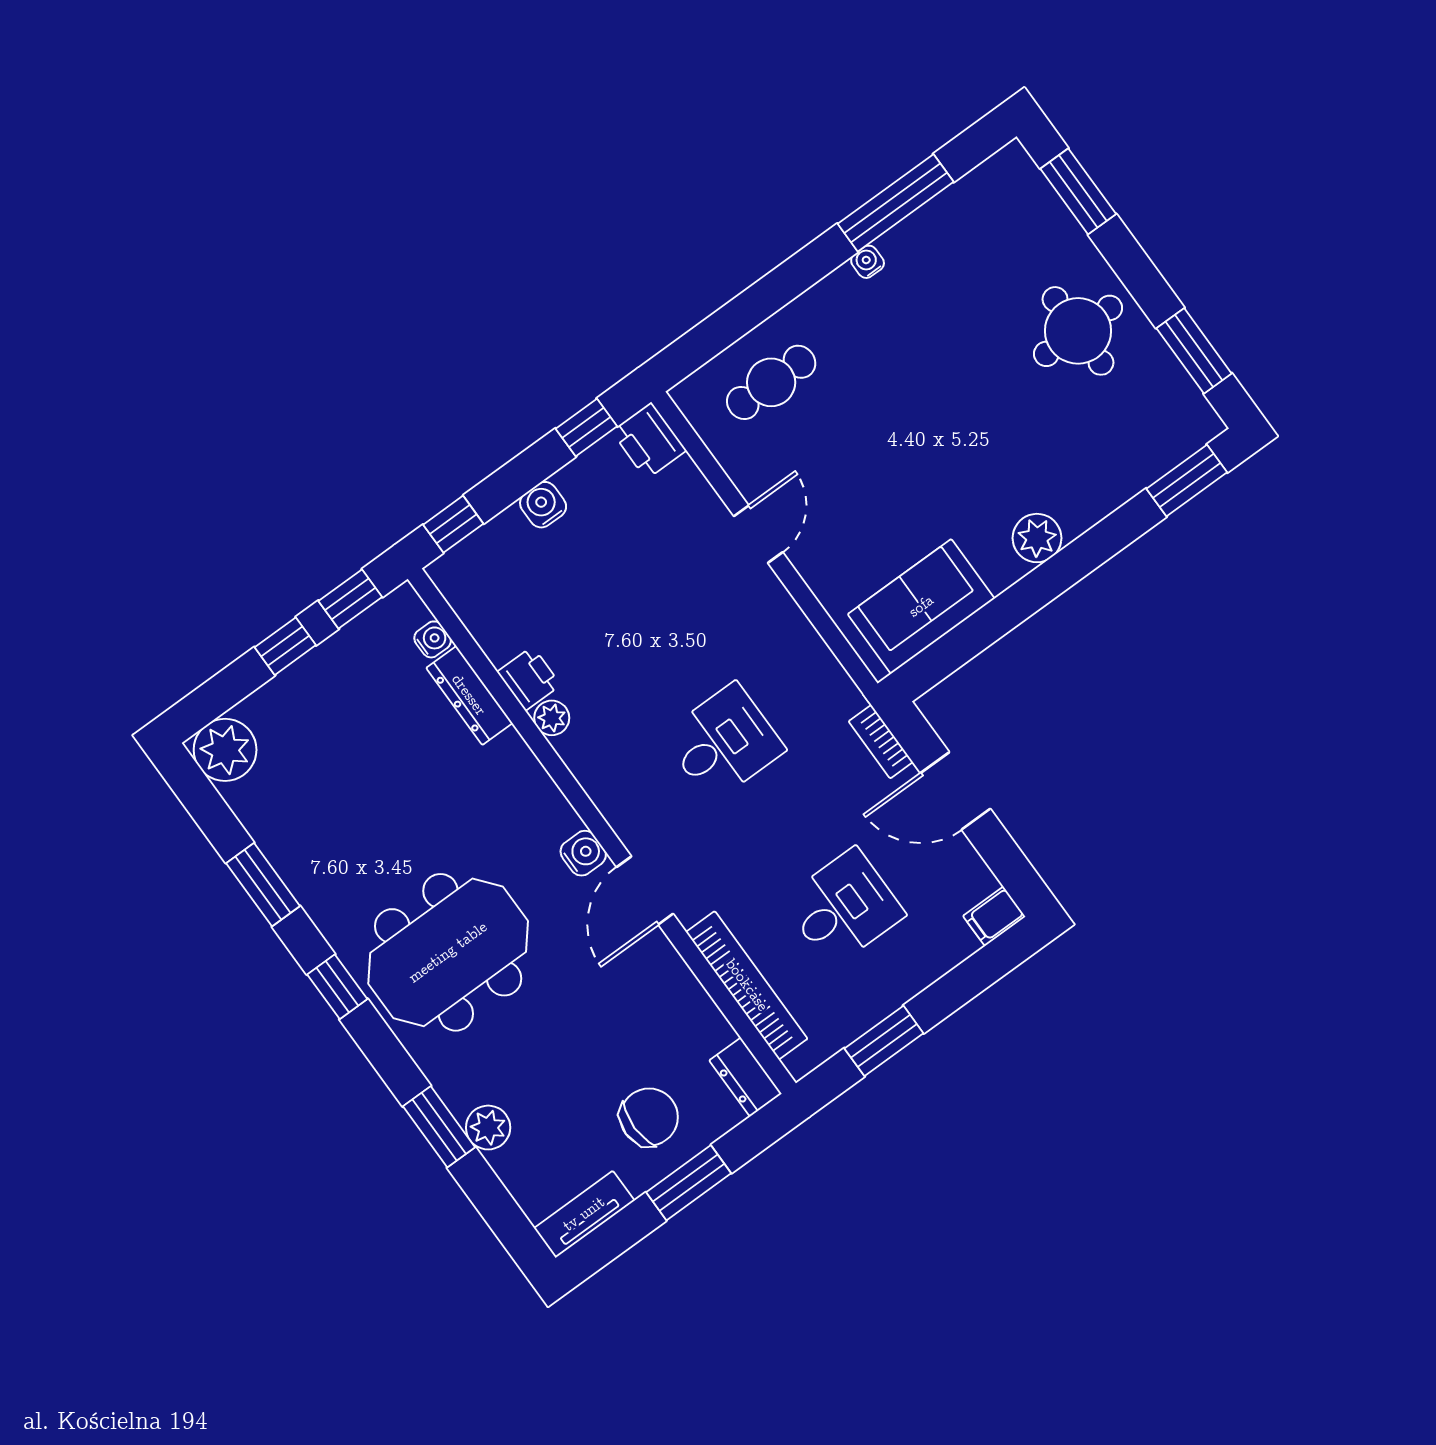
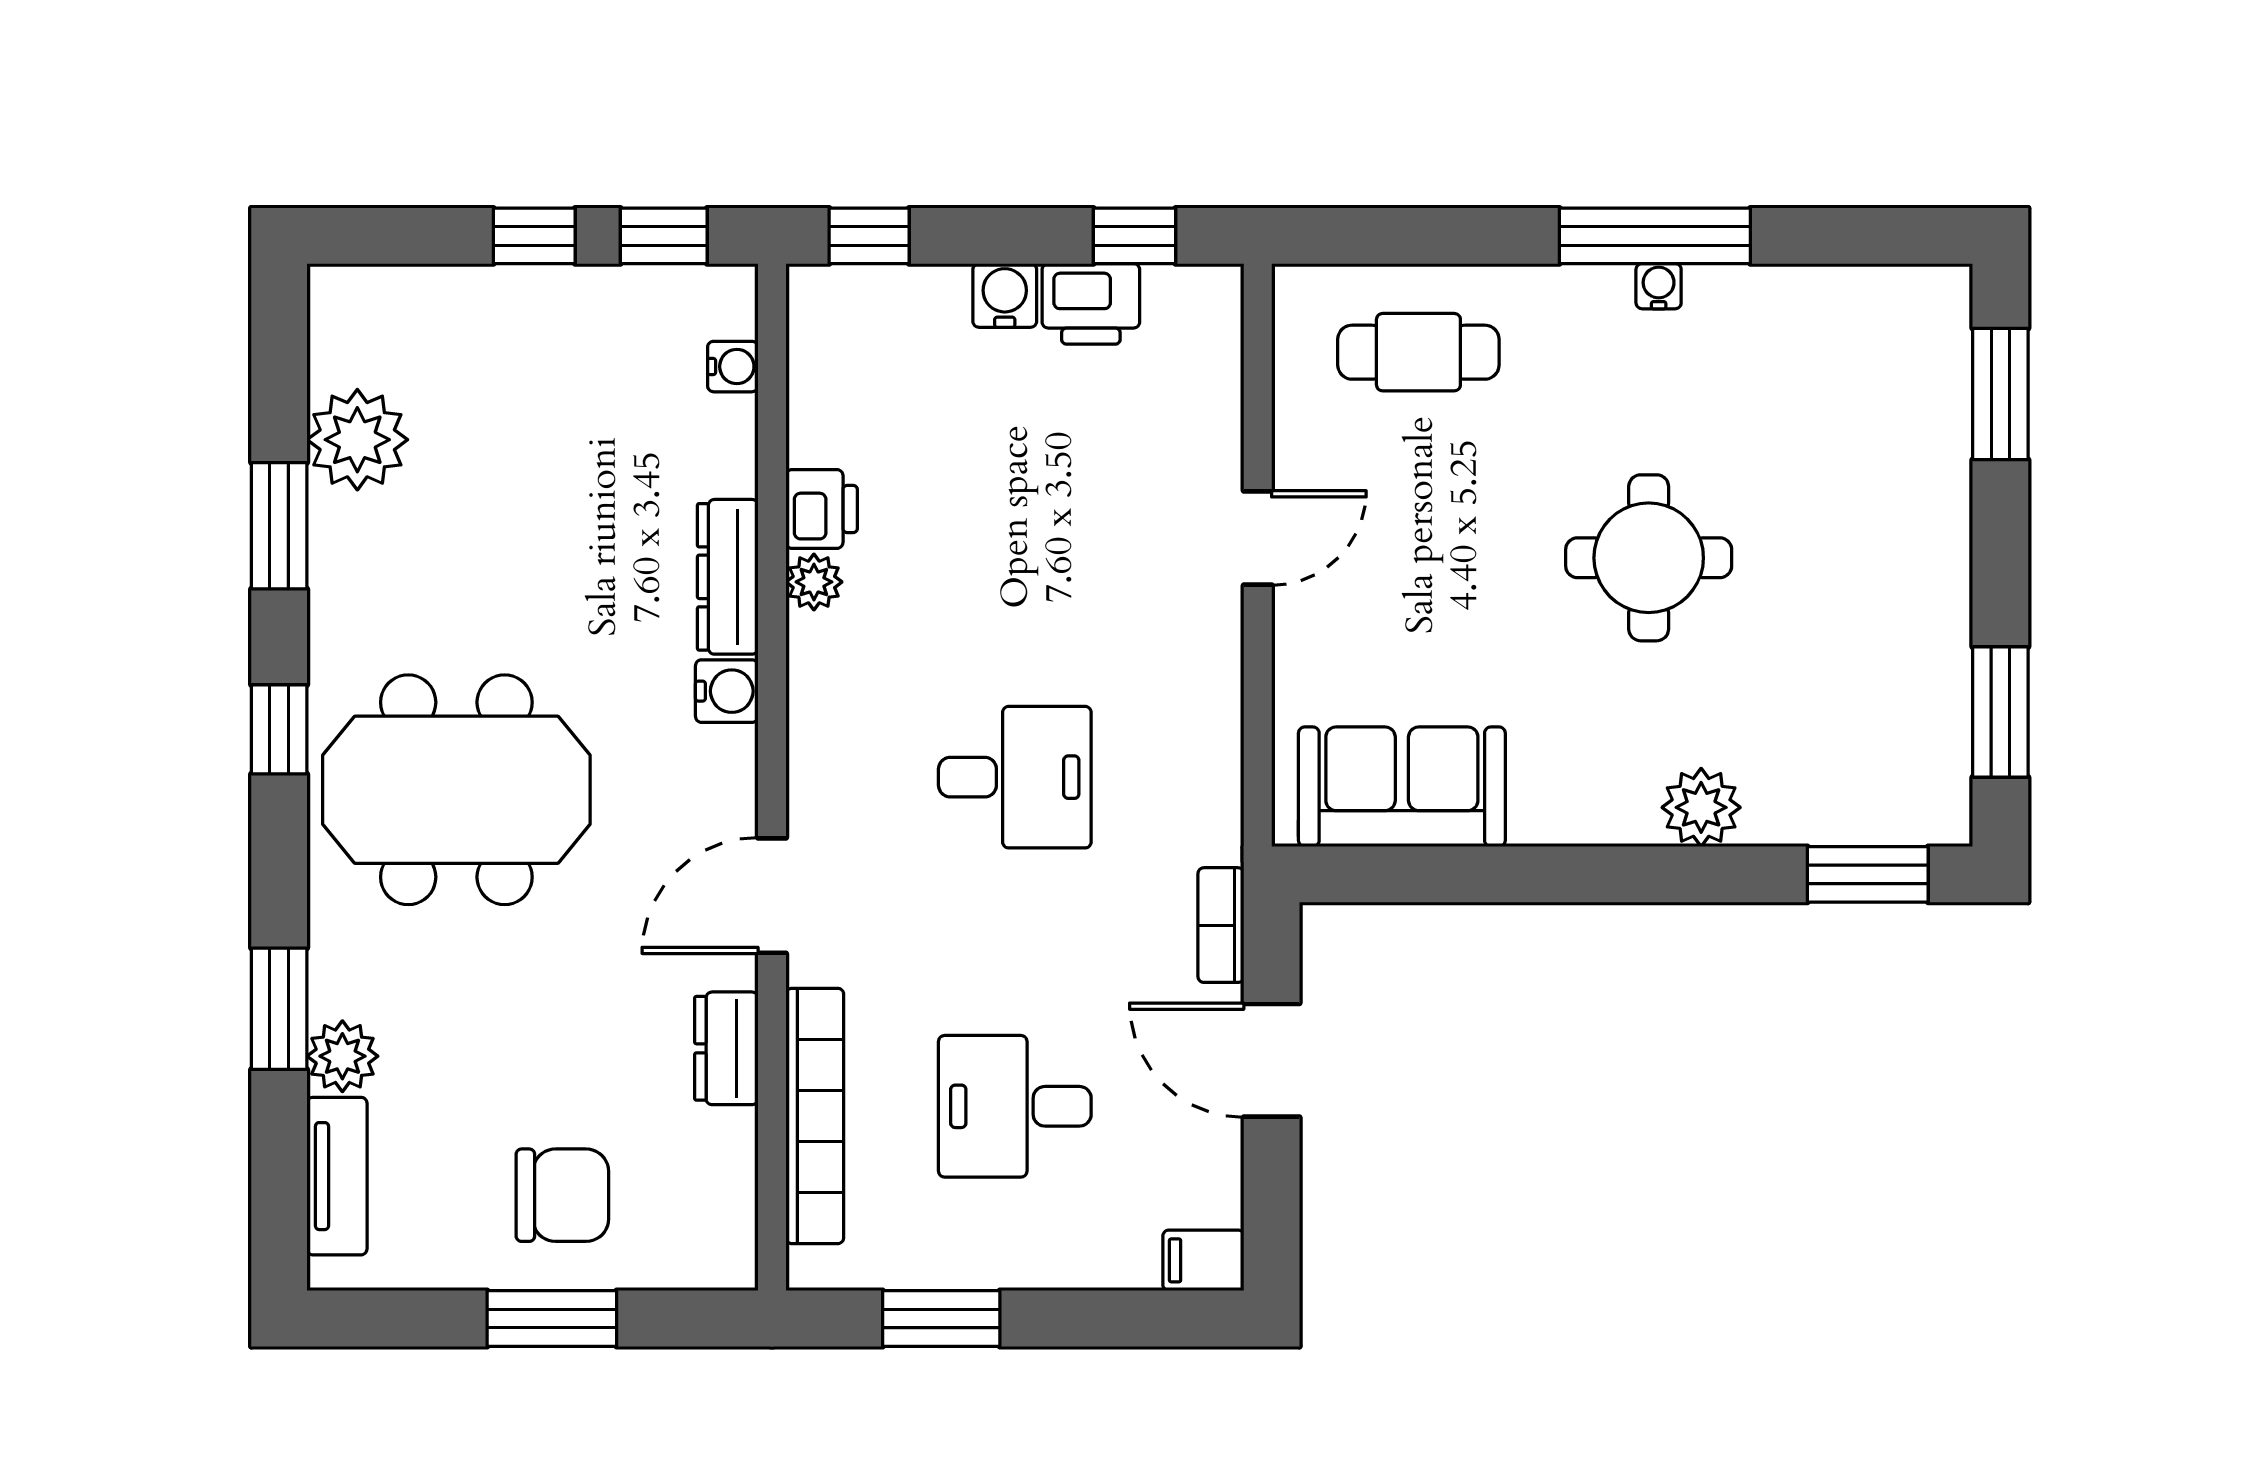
window: (896, 203) -> (1655, 236), moved
round table: (1078, 331) -> (1649, 558), moved
printer: (649, 441) -> (1091, 304), moved, turned -90
plant: (1037, 538) -> (1701, 807), moved
dresser: (469, 695) -> (728, 577), moved
plant: (225, 750) -> (357, 440), moved
water cooler: (583, 853) -> (727, 691), moved
desk: (843, 908) -> (1015, 1106), turned 180
dresser: (745, 1077) -> (726, 1048), moved
tv unit: (584, 1214) -> (337, 1176), moved, turned 90

